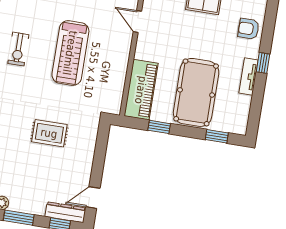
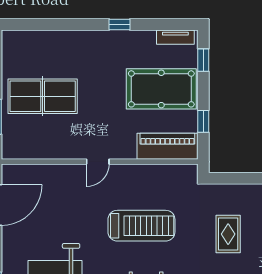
armchair: (249, 29) -> (86, 45), removed
tv unit: (249, 76) -> (175, 37), moved

